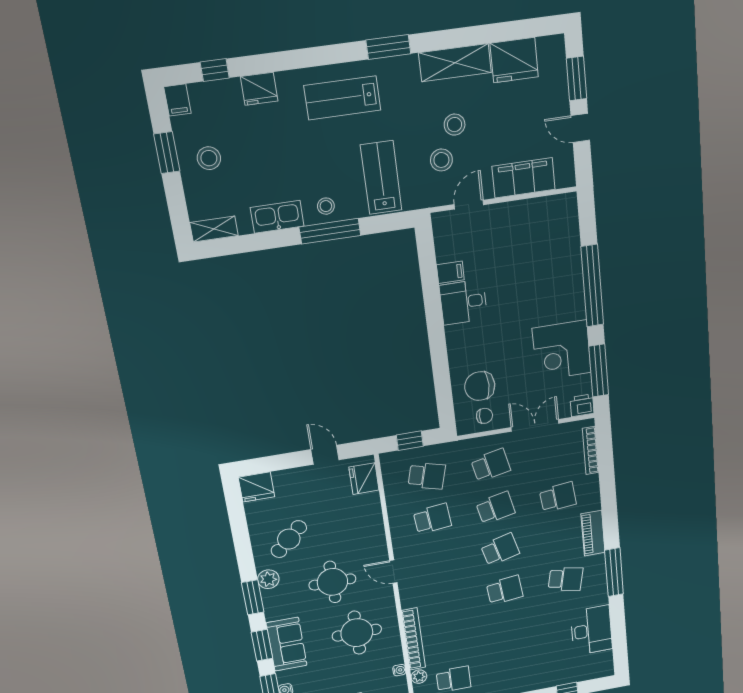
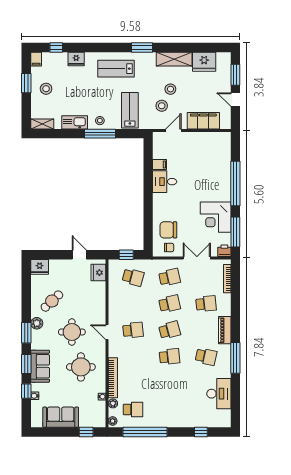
school desk: (432, 519) -> (133, 330), moved

